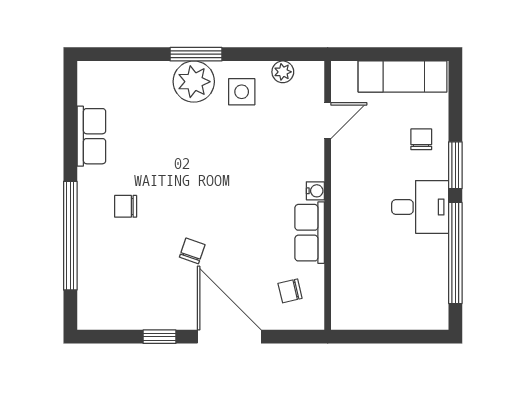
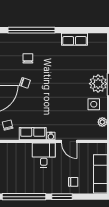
door: (328, 121) -> (69, 141), moved
chair: (126, 206) -> (28, 58), moved
desk: (420, 207) -> (44, 155), moved, turned 180

